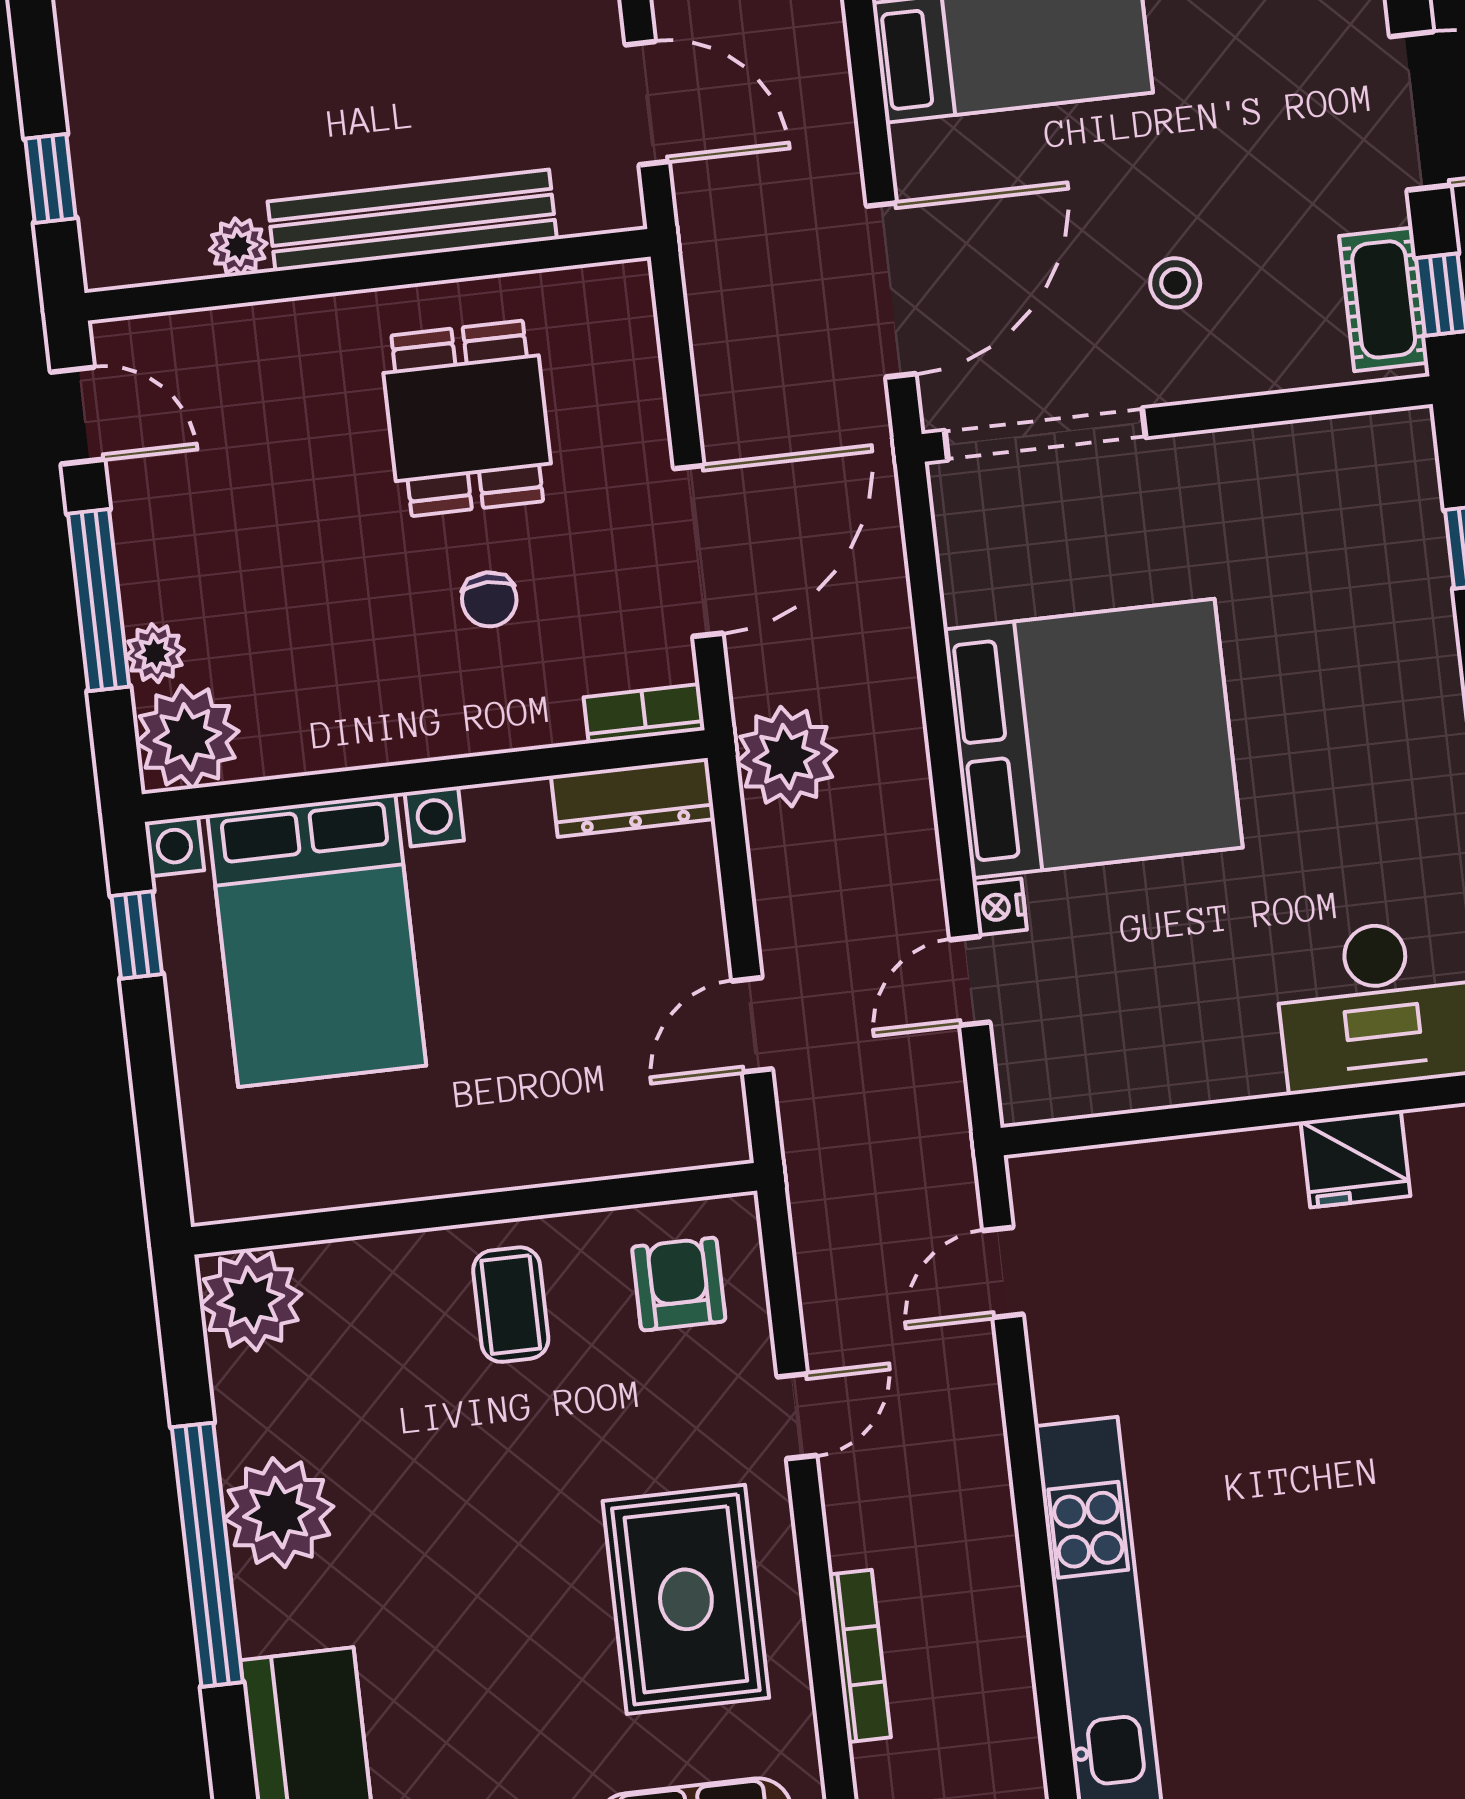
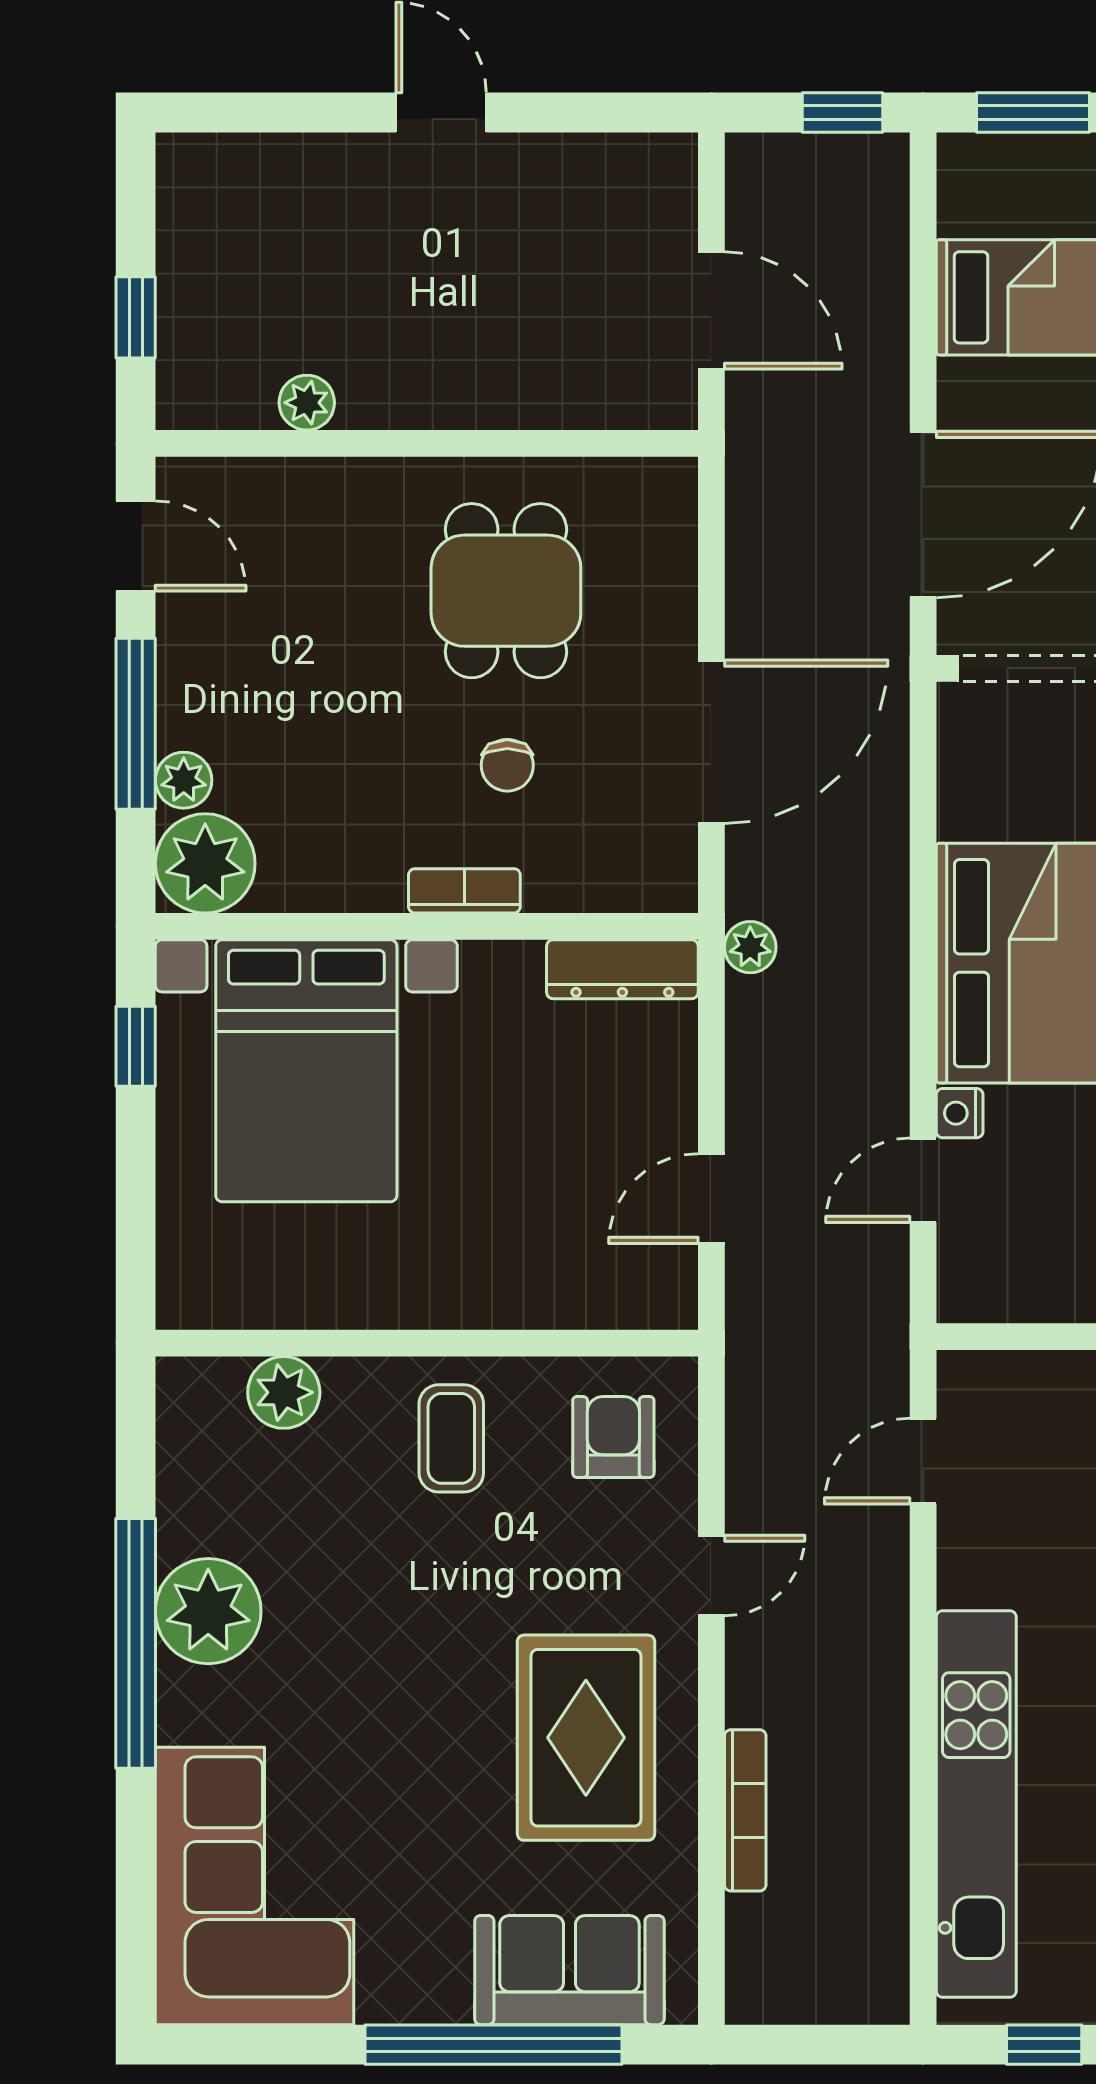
bench: (412, 220) -> (475, 396), removed
bookcase: (644, 714) -> (464, 891), moved
plant: (786, 757) -> (750, 947), width x0.53, depth x0.53
plant: (251, 1300) -> (284, 1392), moved, width x0.73, depth x0.73

